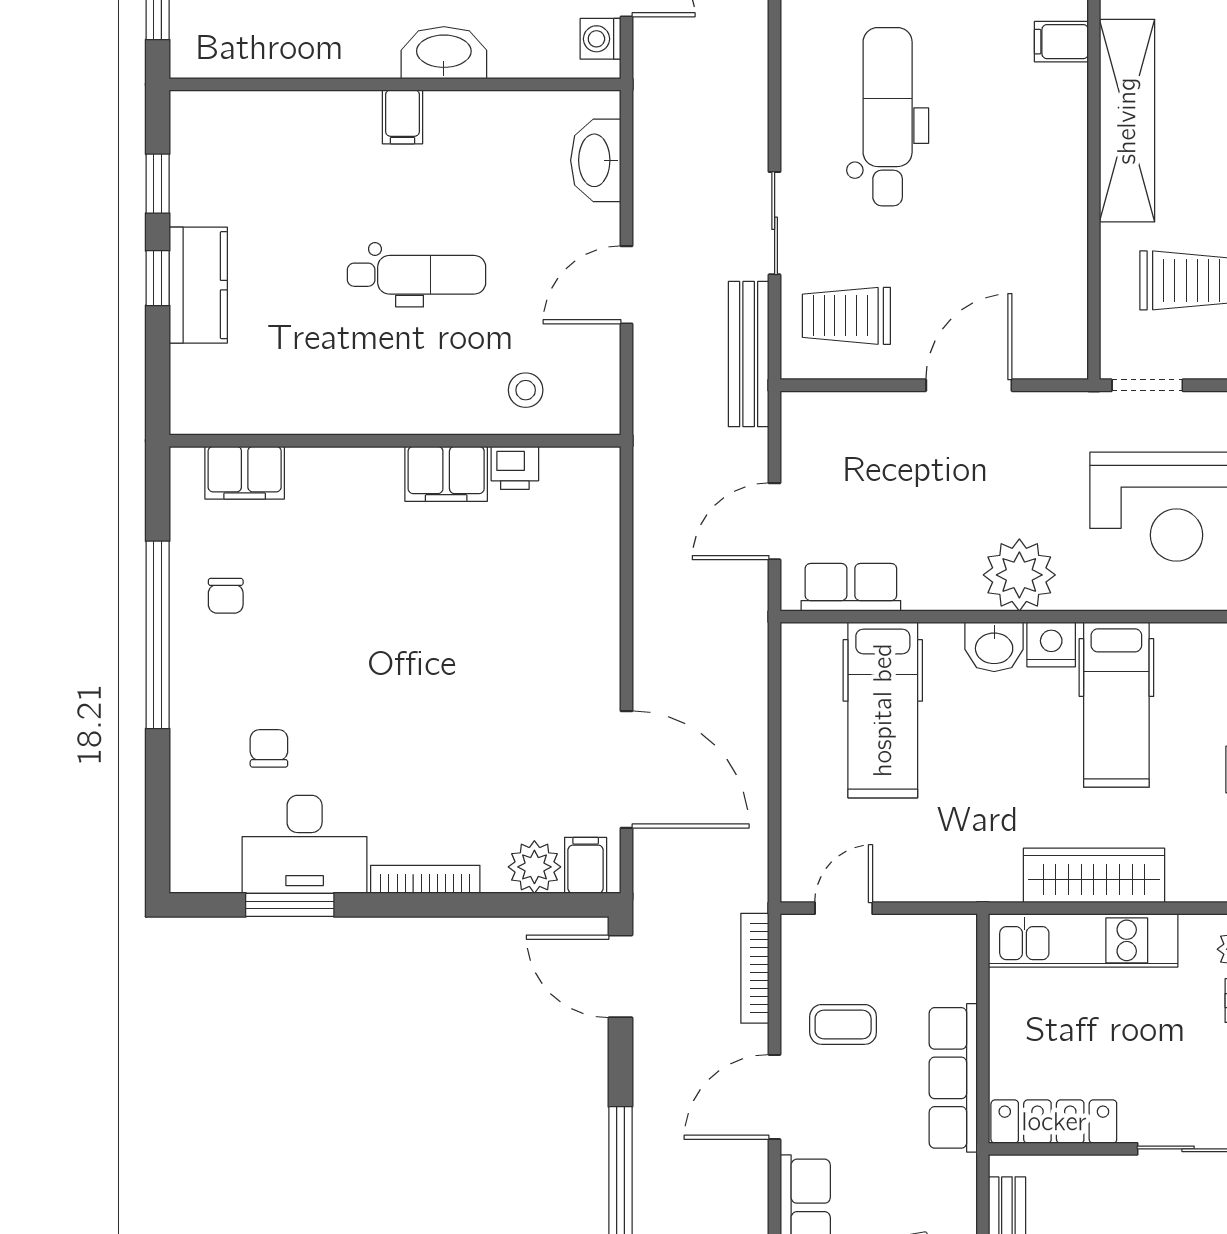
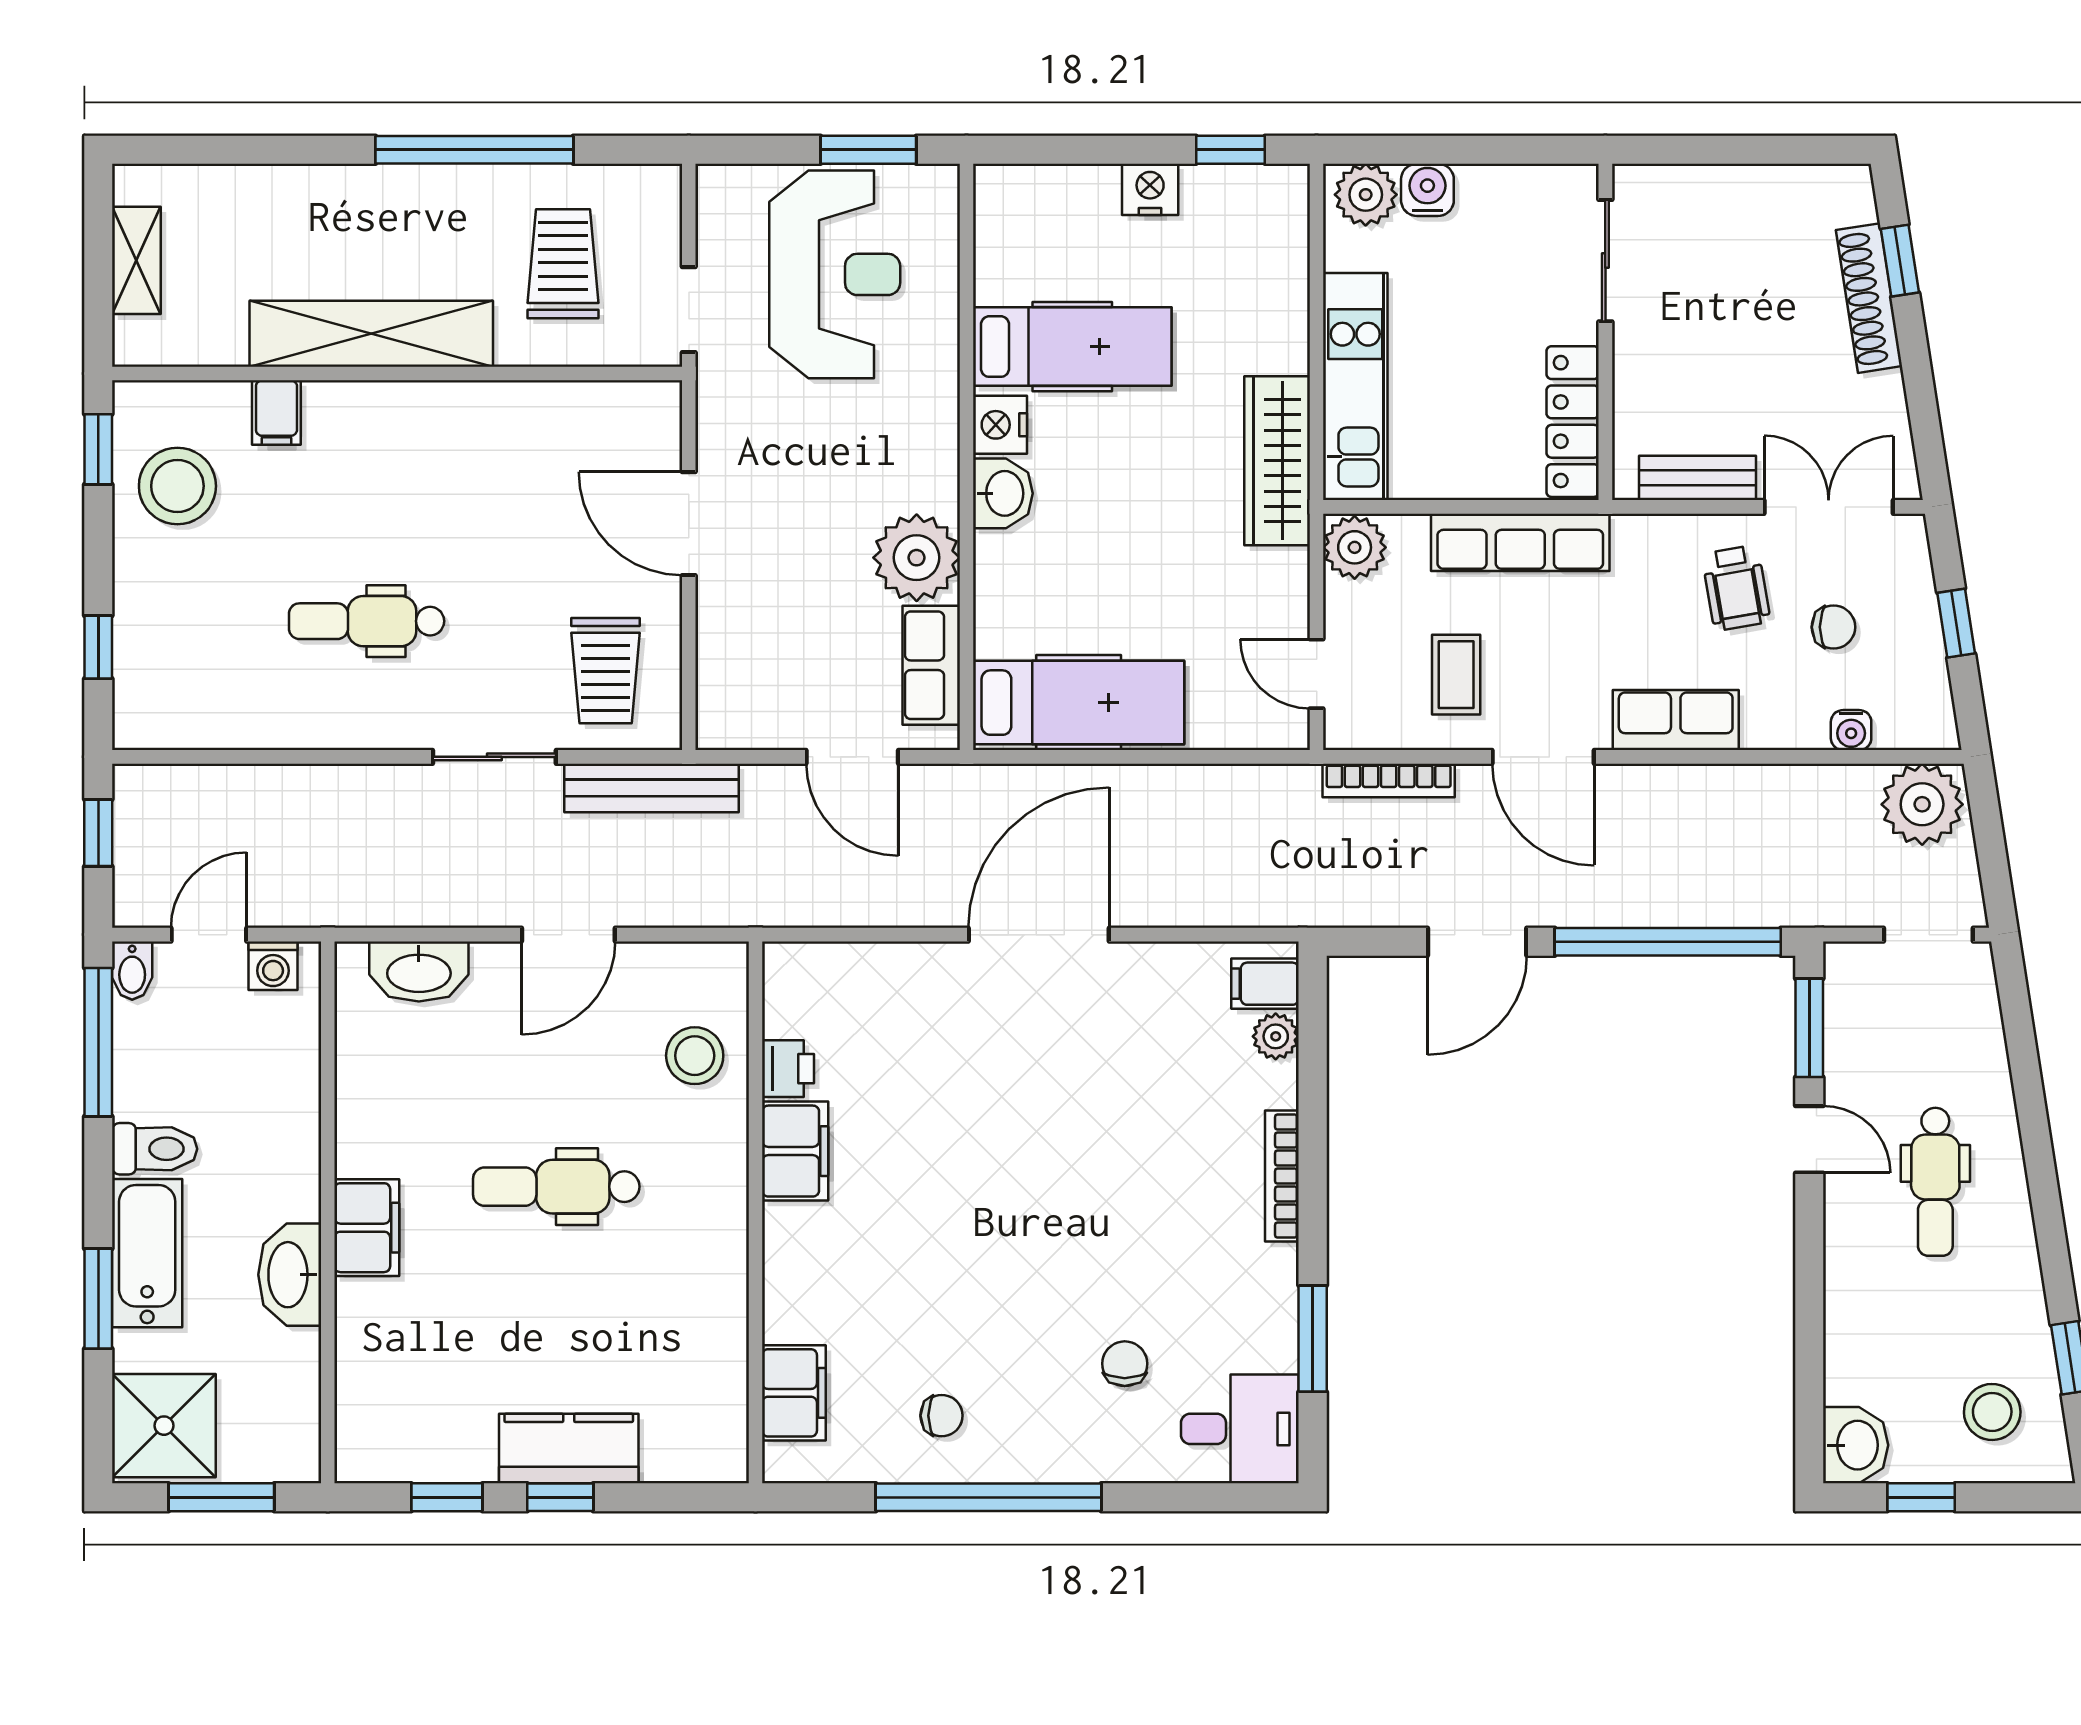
washbasin: (444, 53) -> (290, 1275), moved
filing cabinet: (403, 117) -> (367, 1228), width x2.00
dental chair: (888, 117) -> (367, 621), width x0.73, depth x0.72
dental chair: (416, 275) -> (556, 1187), turned -90
door: (626, 285) -> (568, 935), hinge flipped
stool: (526, 390) -> (695, 1056), width x1.37, depth x1.37
plant: (1019, 575) -> (917, 558), moved
hospital bed: (883, 710) -> (1079, 703), moved
chair: (269, 748) -> (1125, 1364), turned 90
door: (626, 770) -> (1039, 935), moved
desk: (305, 844) -> (1240, 1429), moved, width x0.73
plant: (534, 867) -> (1276, 1036), width x0.73, depth x0.73
wardrobe: (1094, 875) -> (1277, 461), moved
plant: (949, 940) -> (1355, 547), added
door: (620, 976) -> (1477, 942), moved

